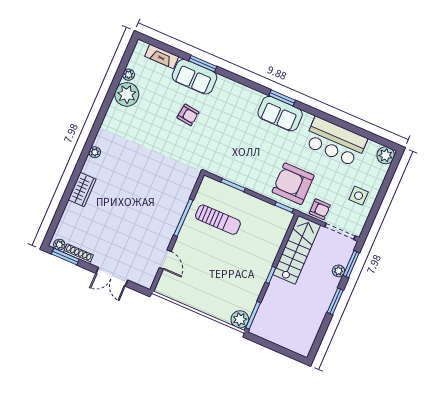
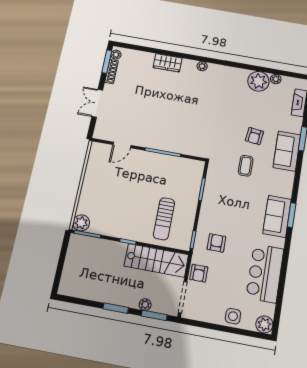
sofa: (195, 77) -> (287, 151), moved
coffee table: (218, 133) -> (246, 166), added
armchair: (293, 184) -> (216, 243), width x0.53, depth x0.53
side table: (359, 196) -> (233, 316), moved
sun lounger: (218, 220) -> (164, 219), moved

